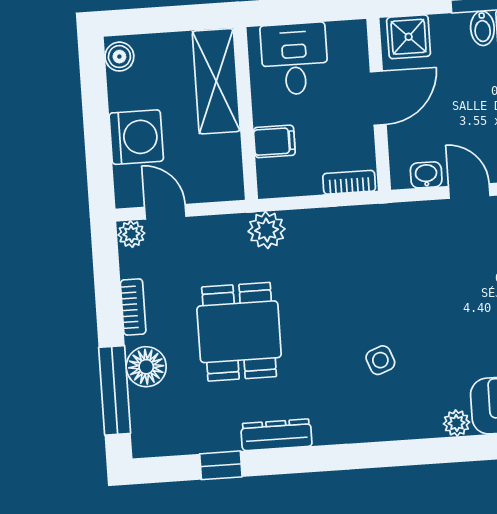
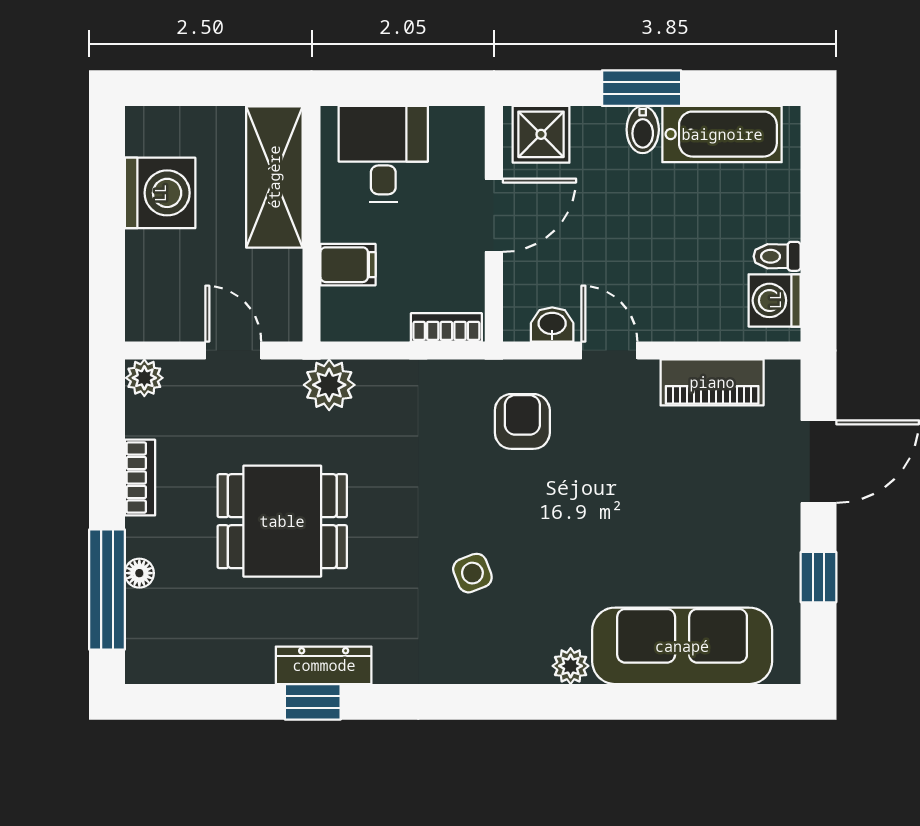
boiler: (119, 57) -> (144, 134), removed
washing machine: (136, 137) -> (160, 193), moved
door: (165, 212) -> (233, 351), moved
armchair: (409, 247) -> (522, 421), added
dining table: (239, 332) -> (282, 521), turned 90
floor lamp: (146, 367) -> (139, 573), width x0.53, depth x0.53
window: (221, 465) -> (313, 702), moved

